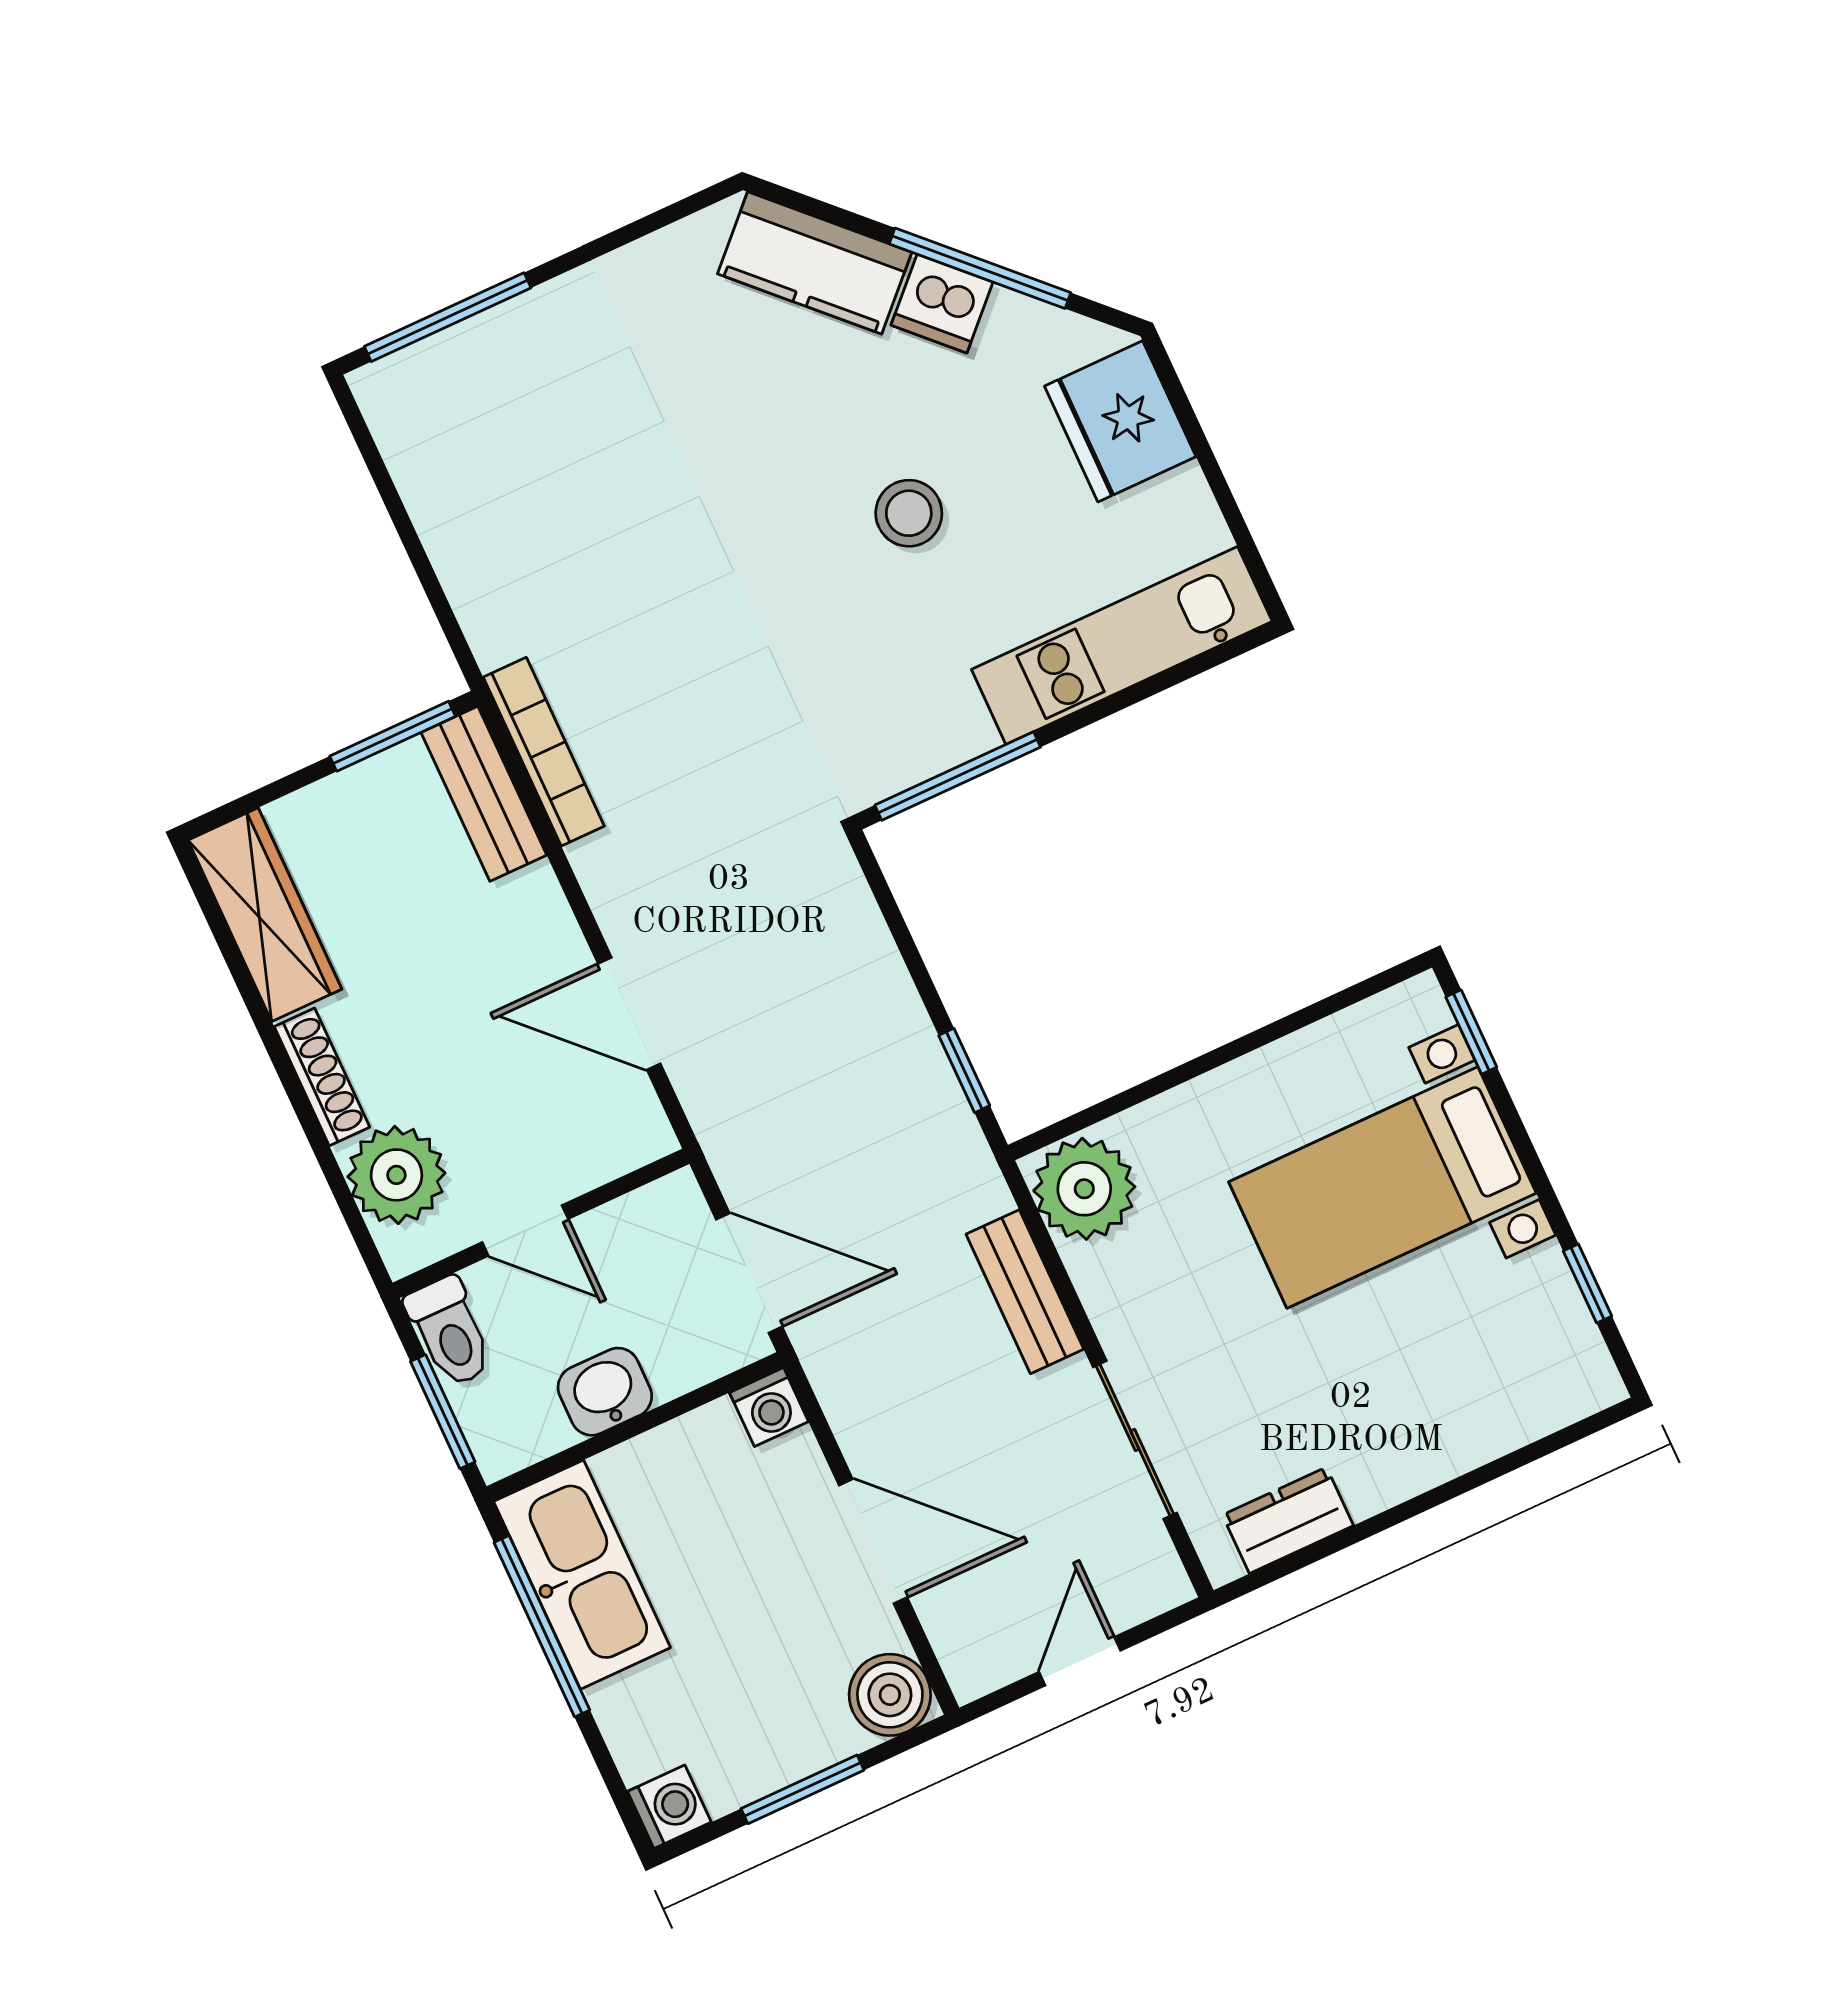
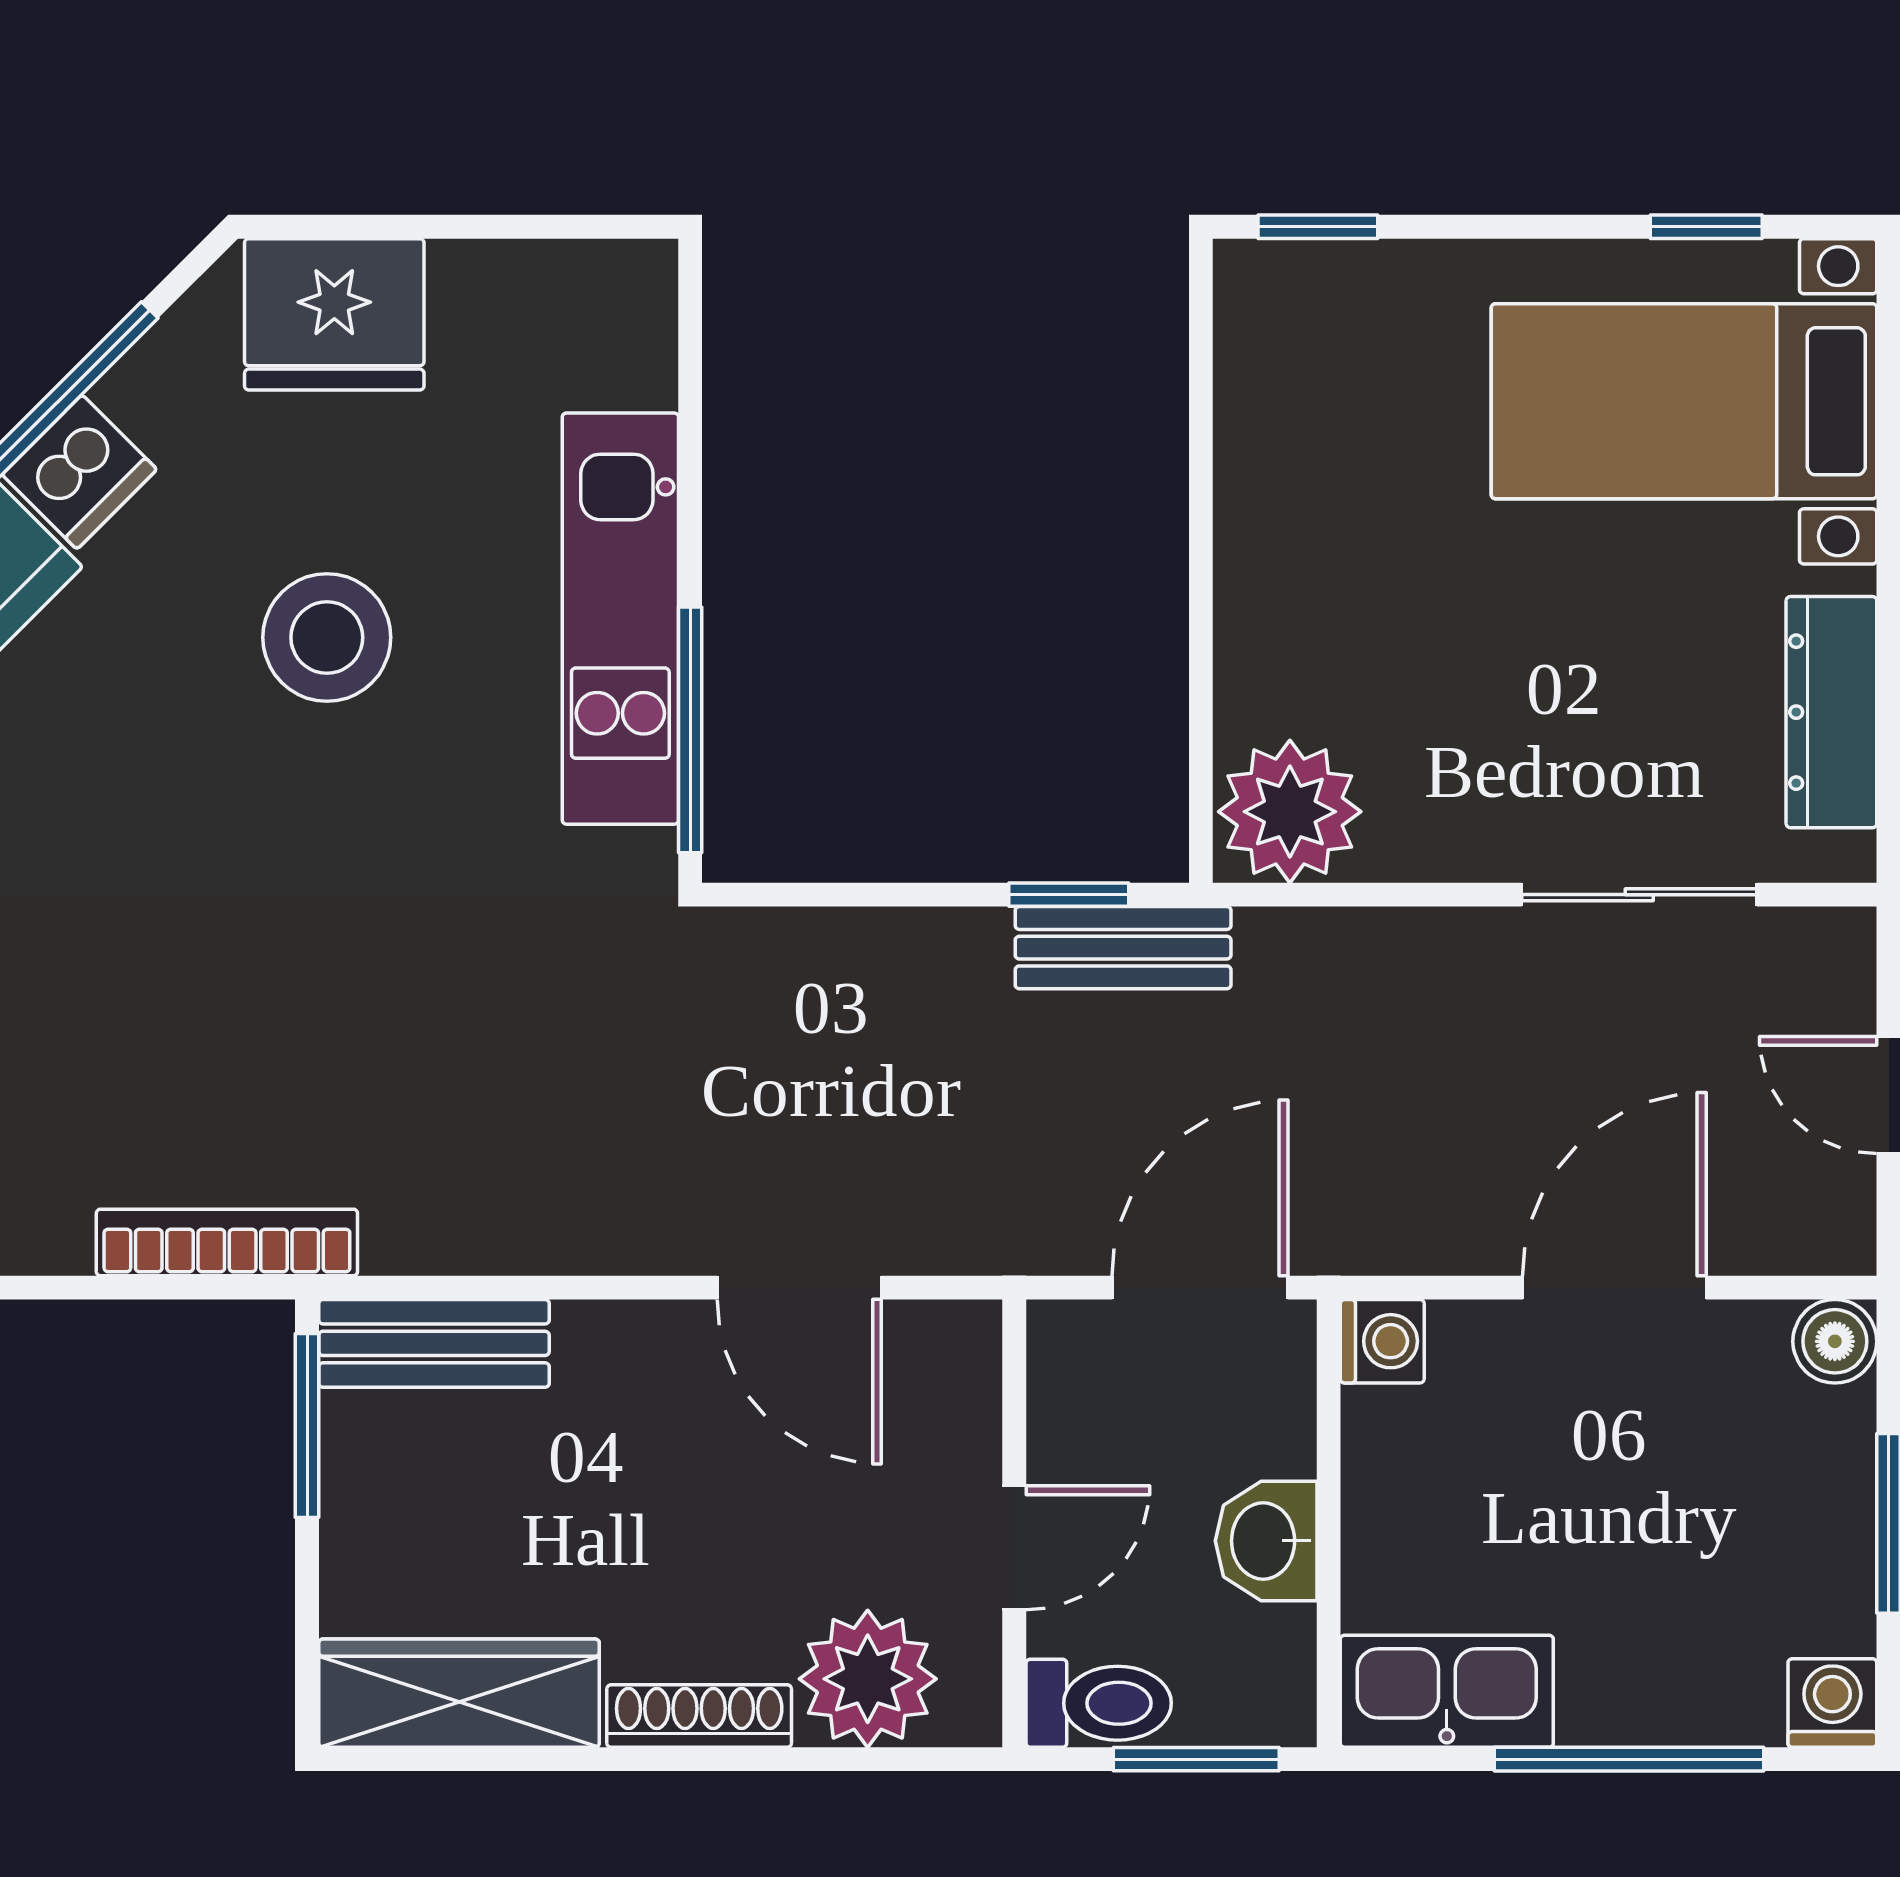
stool: (909, 513) -> (327, 637), width x1.38, depth x1.38
kitchen unit: (1122, 645) -> (620, 619), moved
bookcase: (544, 752) -> (227, 1242), moved
door: (629, 1014) -> (799, 1288), hinge flipped
bed with nightstands: (1382, 1187) -> (1684, 401), moved, turned 90
bench: (1025, 1292) -> (1123, 948), moved
dresser: (1288, 1520) -> (1831, 712), width x1.44
kitchen sink: (582, 1575) -> (1447, 1691), width x0.73, depth x0.81
window: (542, 1626) -> (1629, 1759), moved
boiler: (890, 1695) -> (1835, 1341), width x0.73, depth x0.73

